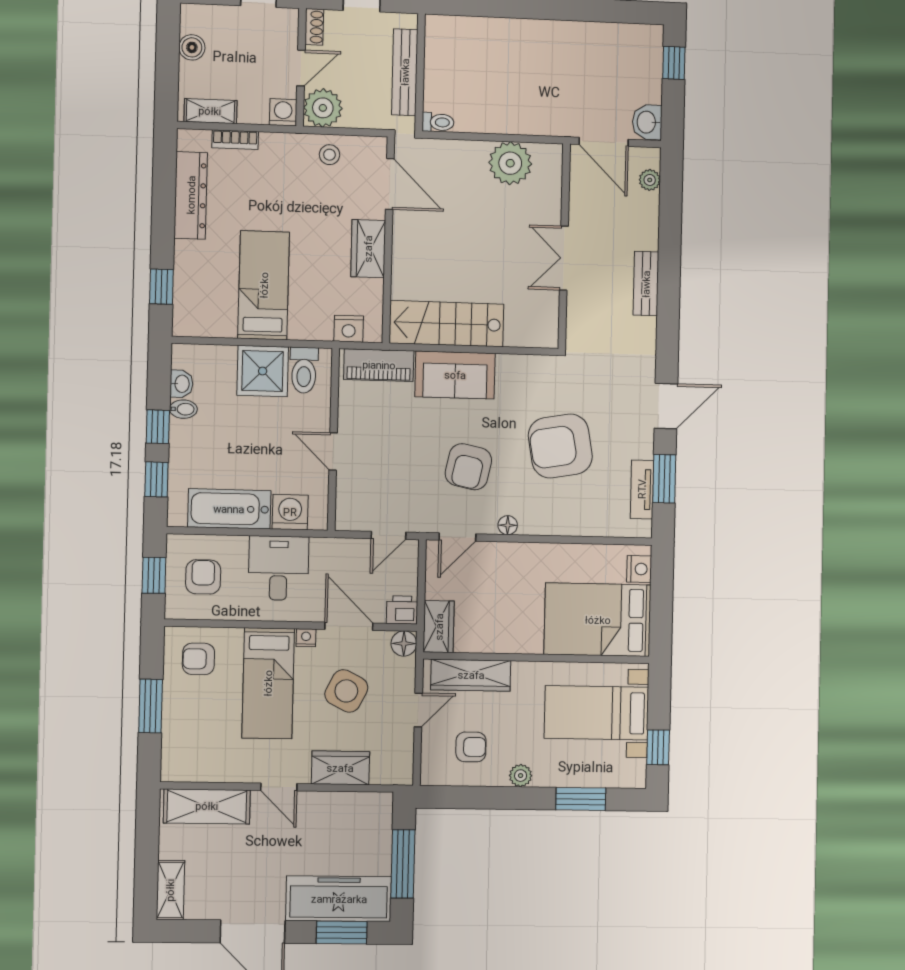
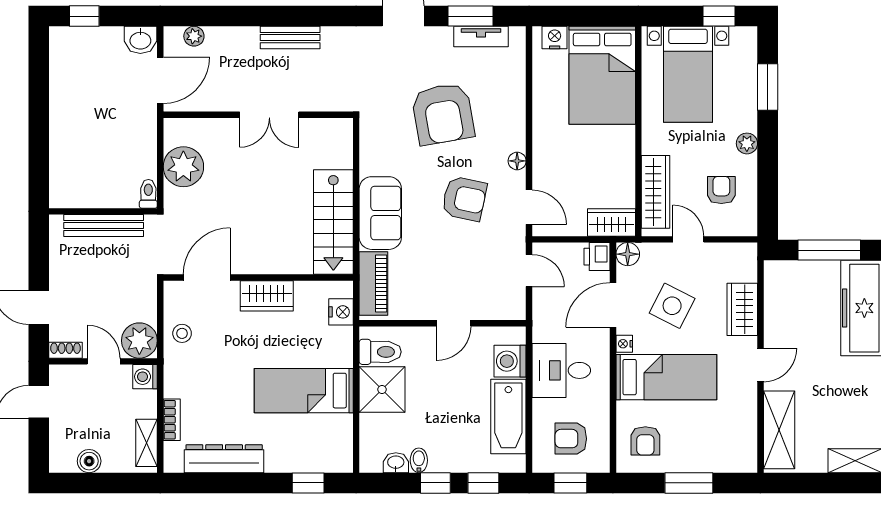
bench: (405, 72) -> (104, 226), moved
wall: (420, 72) -> (103, 211), moved
toilet: (438, 122) -> (148, 194), moved

